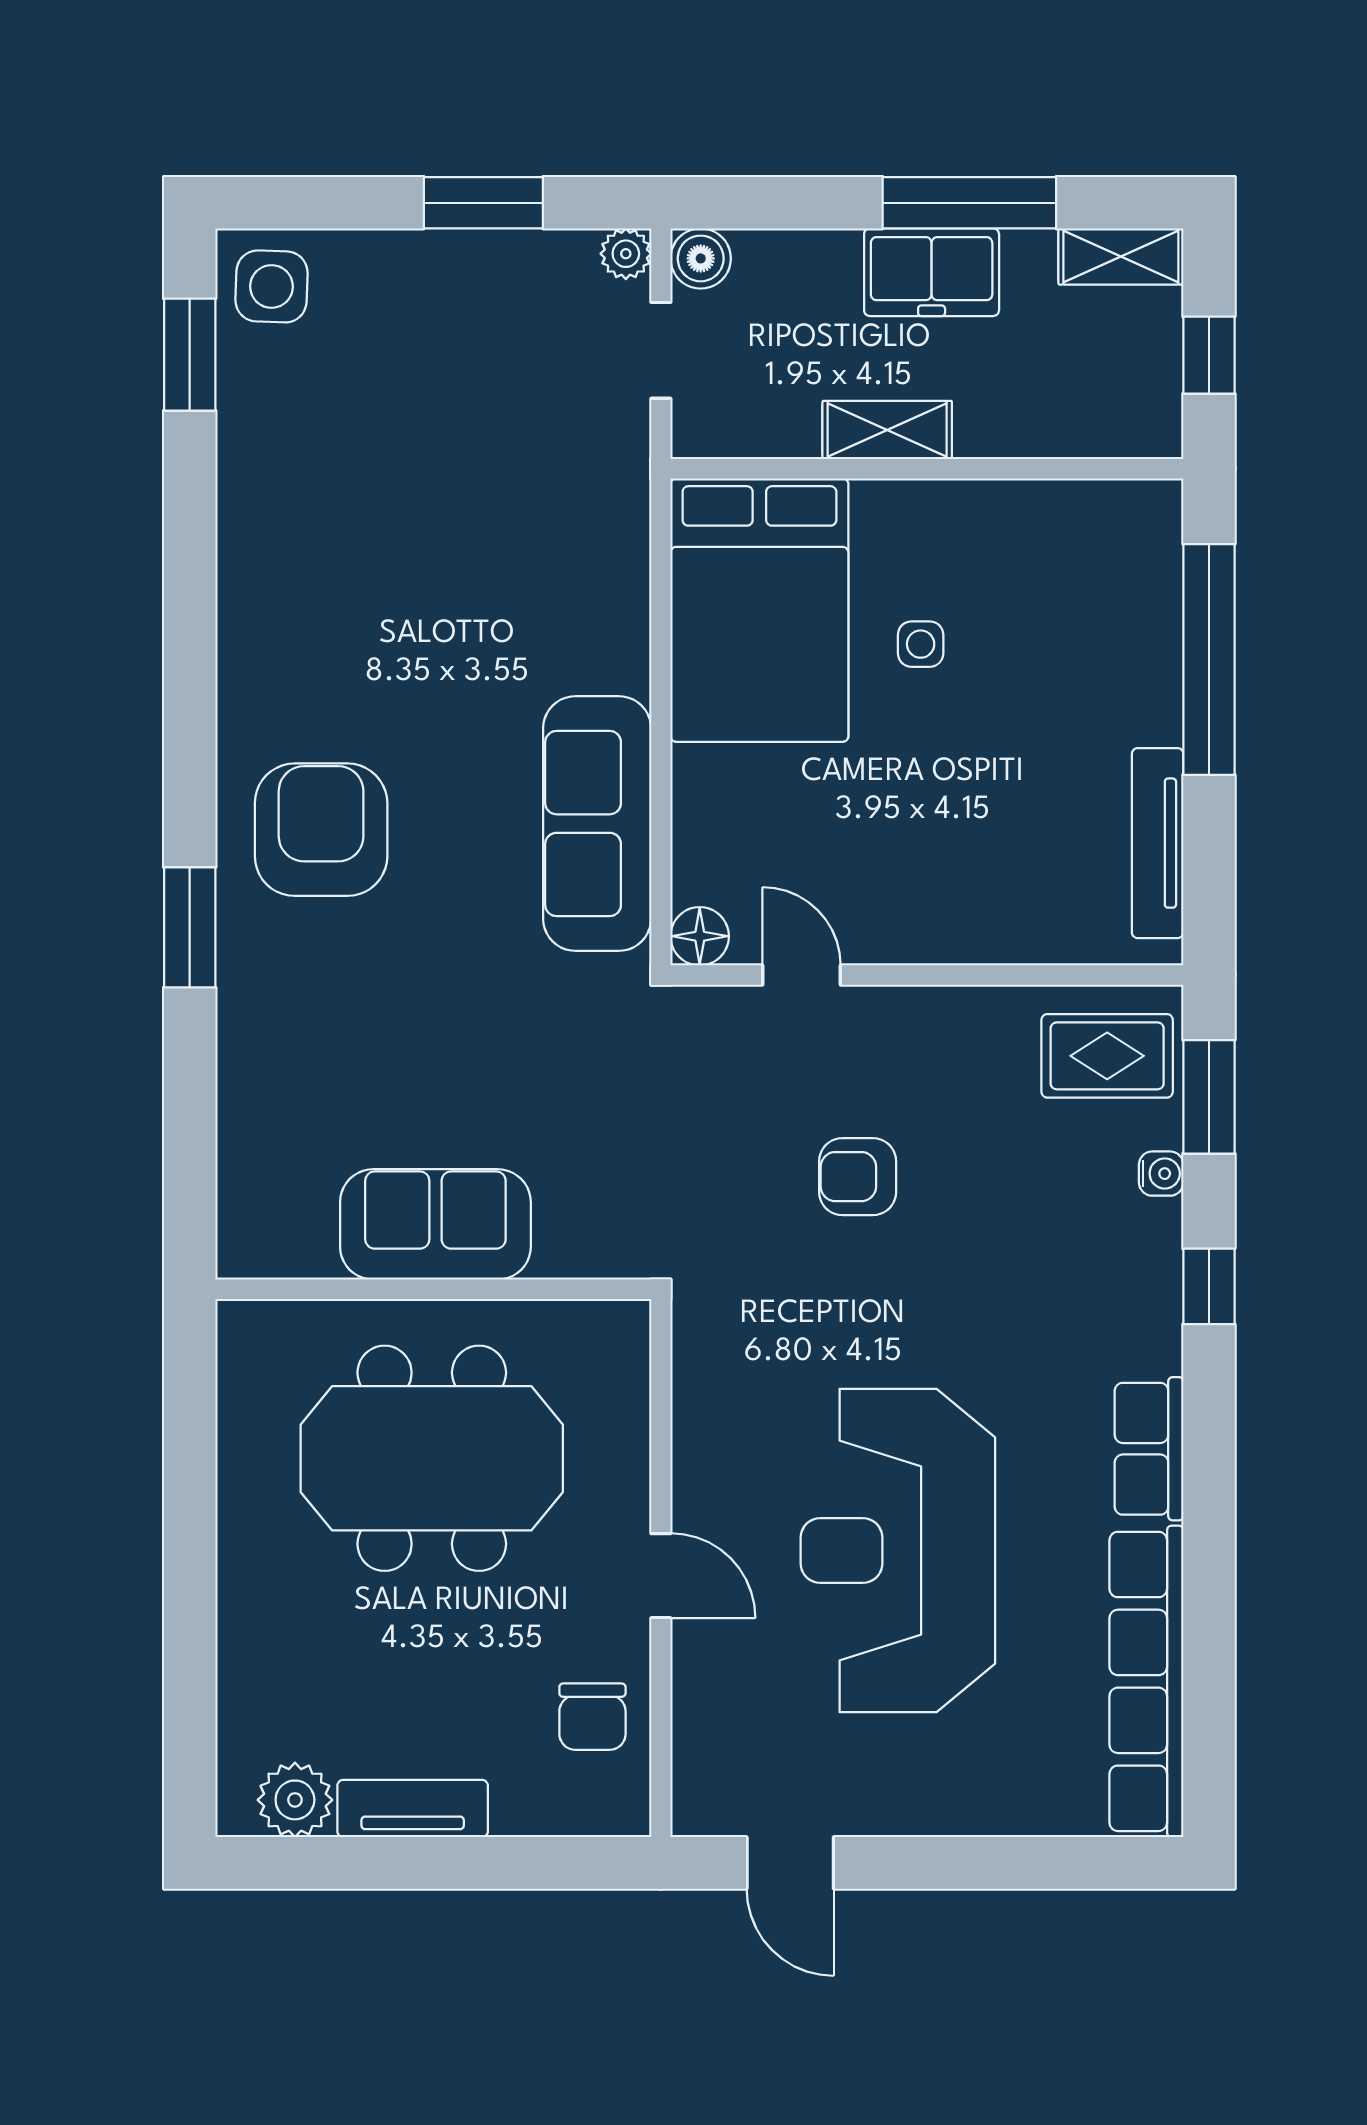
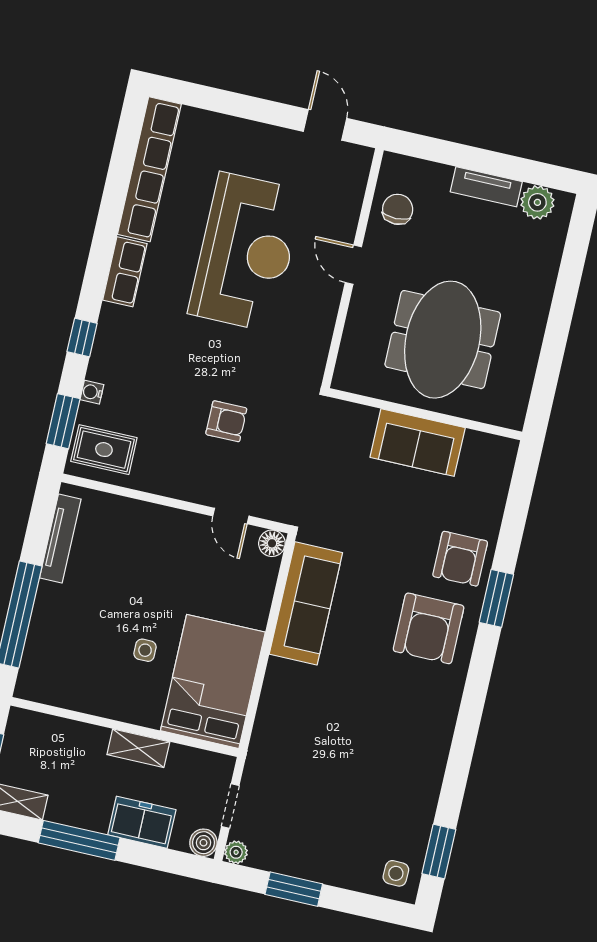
freezer: (932, 272) -> (142, 822), moved
side table: (271, 286) -> (396, 873), width x0.73, depth x0.73
armchair: (287, 995) -> (460, 559), added
meeting table: (432, 1458) -> (443, 340), turned 90

